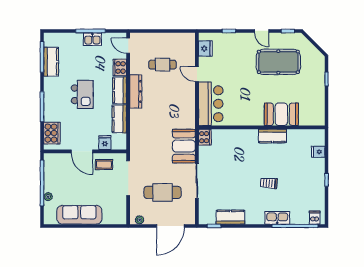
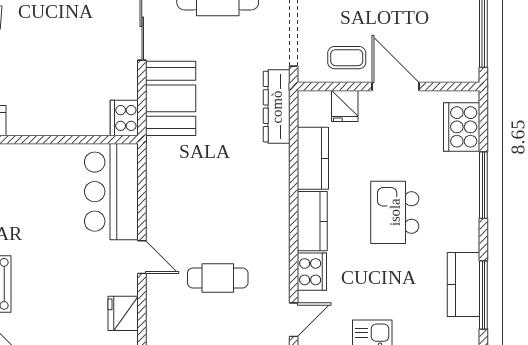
door: (128, 46) -> (294, 320), hinge flipped
dresser: (136, 91) -> (277, 107), moved

